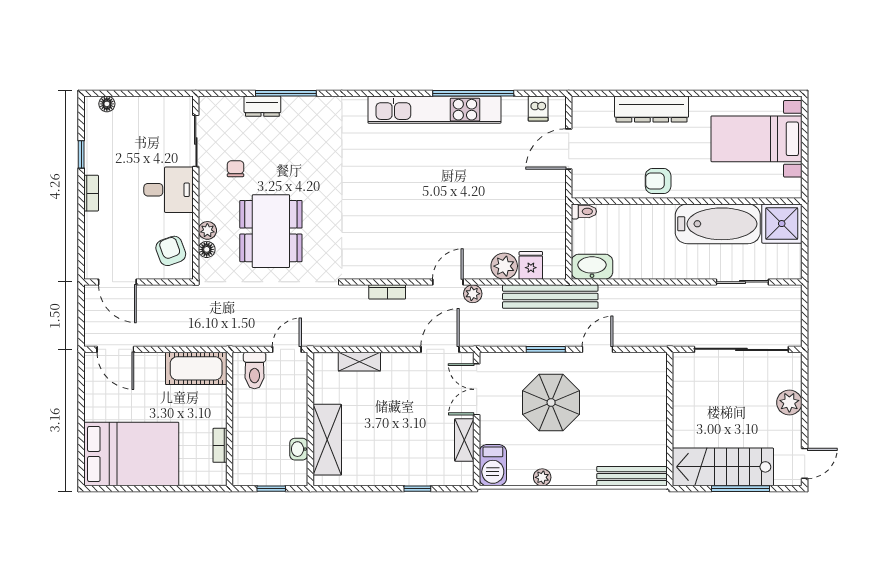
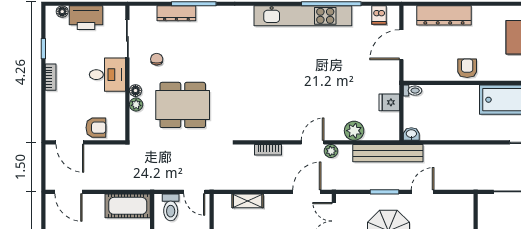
dresser: (262, 106) -> (176, 13), width x1.44
dresser: (652, 109) -> (444, 15), moved
printer: (139, 112) -> (86, 18), added
armchair: (658, 181) -> (467, 68), turned 90
dining table: (271, 231) -> (183, 105), turned 90
floor lamp: (207, 249) -> (135, 91), moved
armchair: (171, 251) -> (96, 128), moved, turned 110
fridge: (531, 265) -> (389, 102), moved, turned -90
washbasin: (592, 267) -> (411, 134), width x0.52, depth x0.69
door: (287, 349) -> (194, 192), swing flipped

